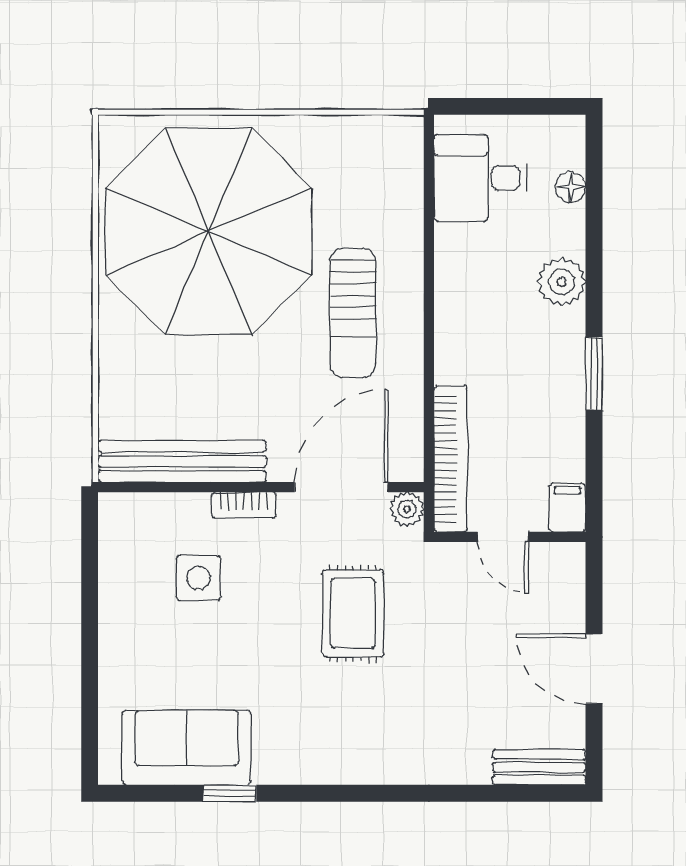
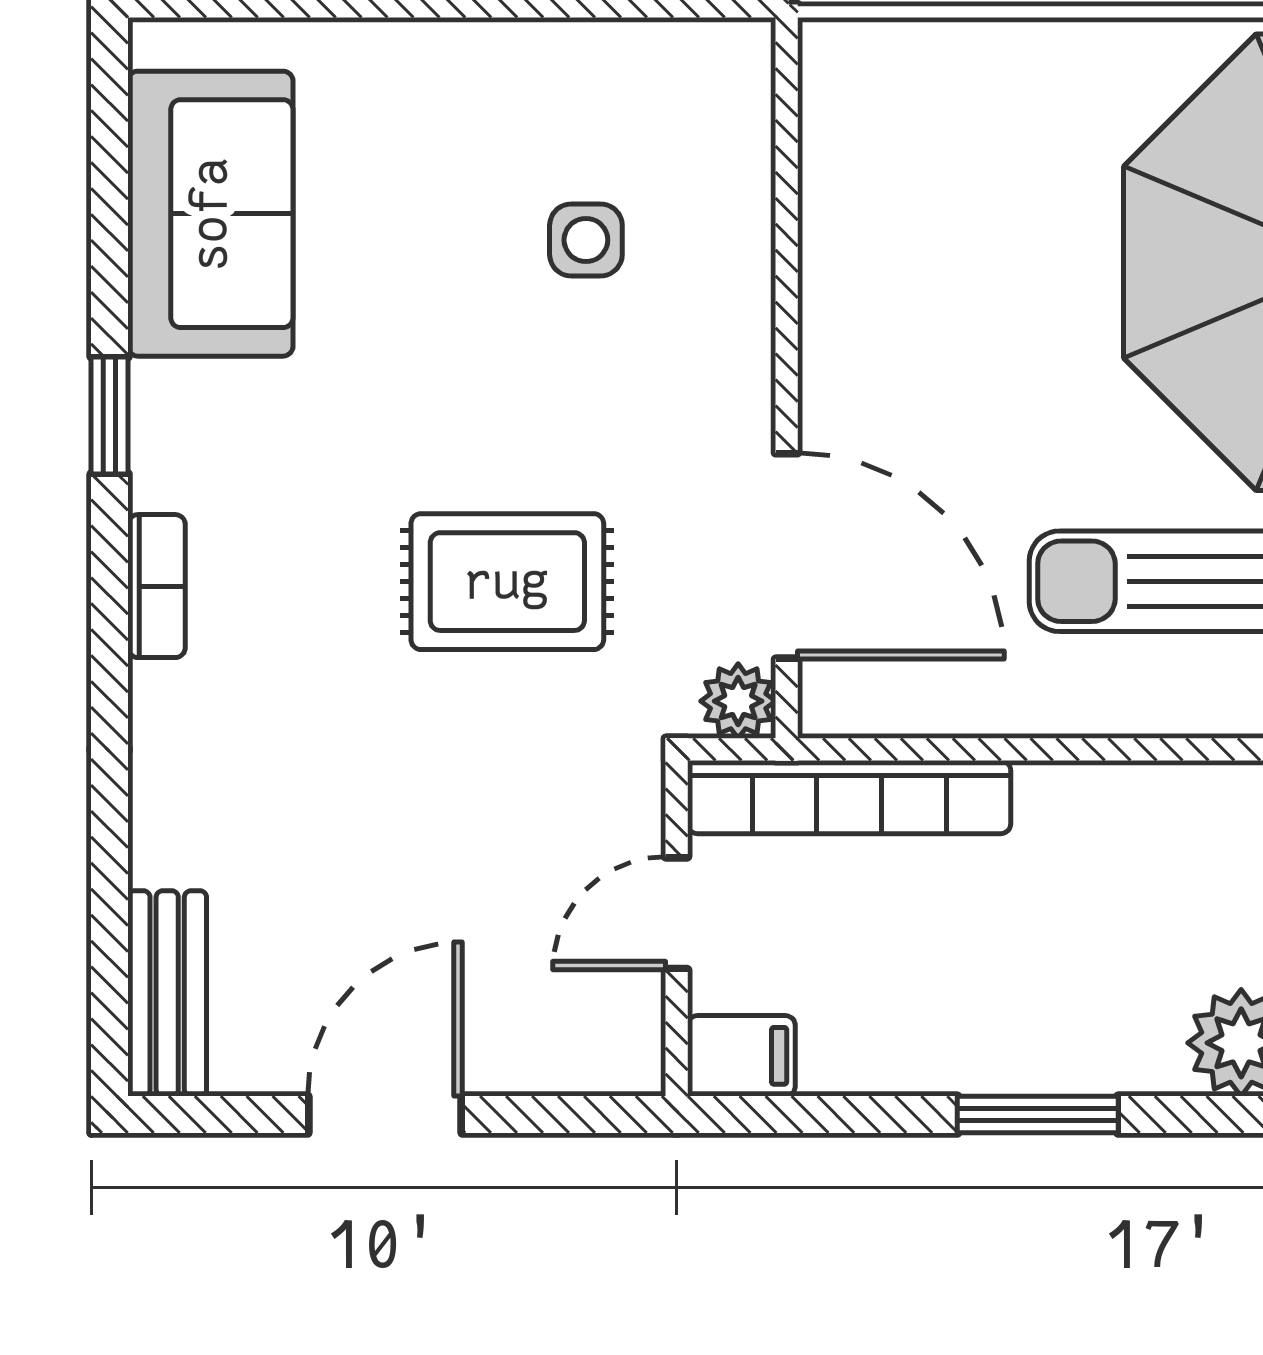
bench: (182, 461) -> (844, 204), removed
bookcase: (244, 505) -> (157, 586), moved, turned 180
side table: (199, 578) -> (586, 240), width x0.73, depth x0.73
window: (230, 793) -> (110, 415), moved

